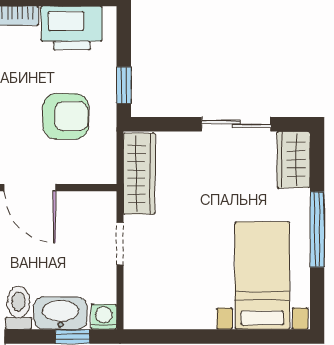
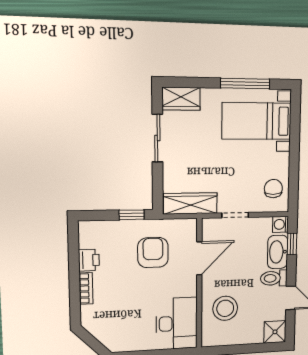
printer: (72, 28) -> (89, 260), width x0.53, depth x0.68
door: (30, 188) -> (199, 258), moved
window: (317, 229) -> (245, 84), moved
chair: (160, 304) -> (273, 189), added

